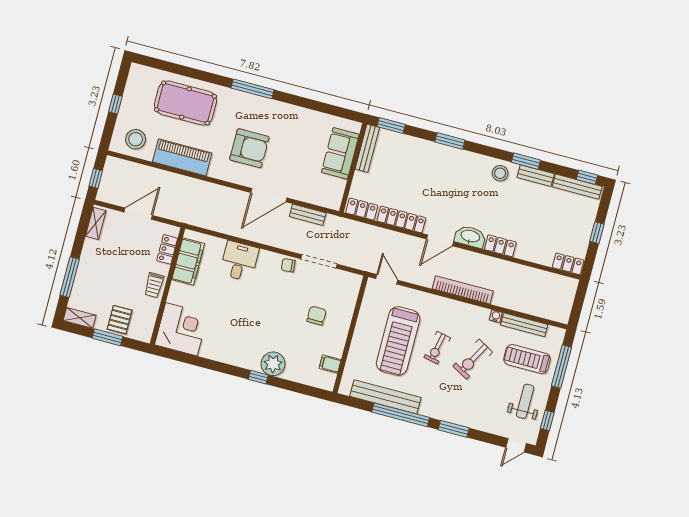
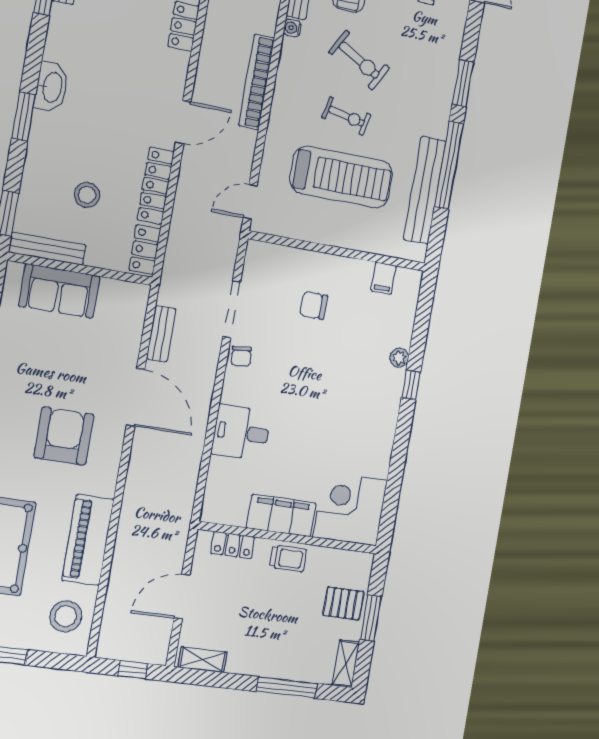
stool: (500, 173) -> (87, 195), moved
door: (138, 214) -> (182, 597), hinge flipped
washbasin: (470, 237) -> (52, 87), moved, turned 180
door: (440, 240) -> (183, 122), hinge flipped
filing cabinet: (188, 262) -> (281, 516), moved
plant: (273, 364) -> (399, 358), width x0.53, depth x0.53

